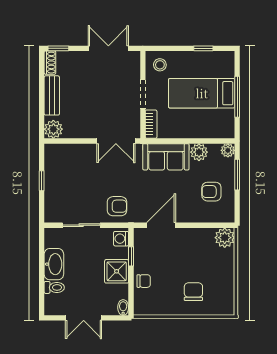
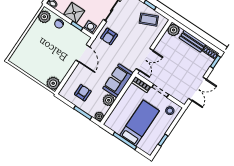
double door: (116, 141) -> (145, 59), swing flipped
coffee table: (61, 170) -> (149, 20), added
chair: (193, 292) -> (35, 47), removed
plant: (147, 306) -> (44, 17), added

